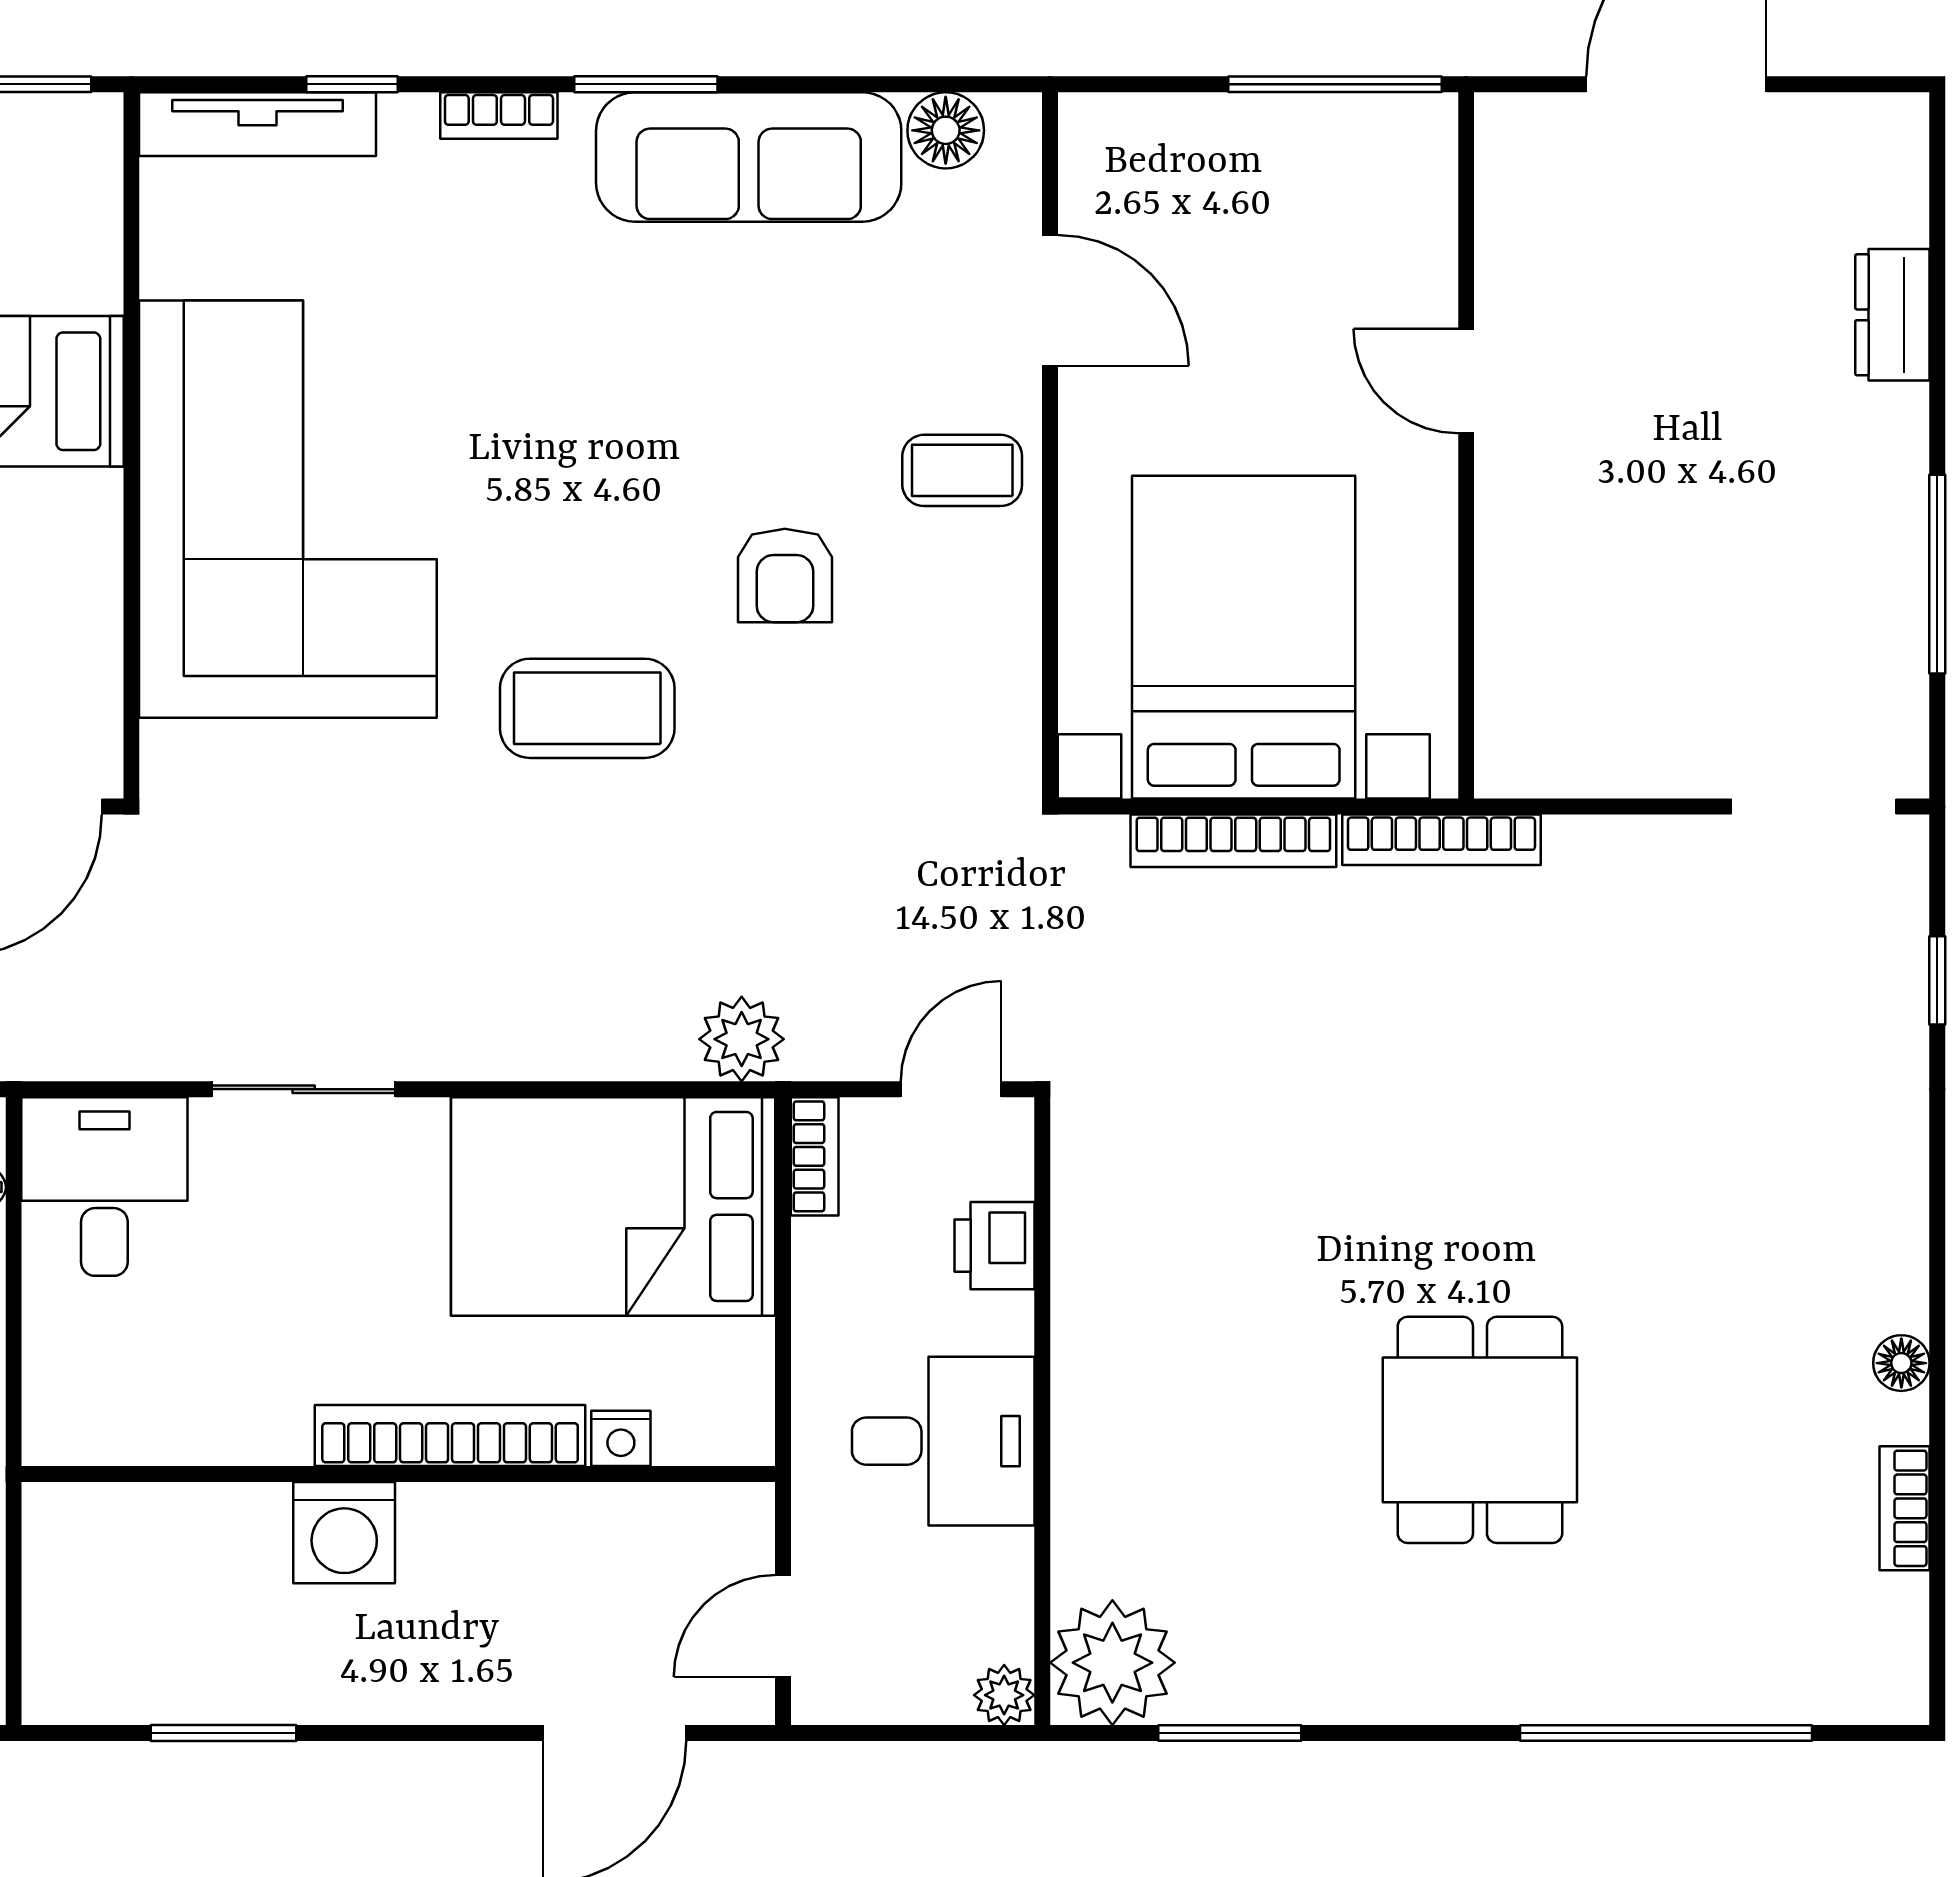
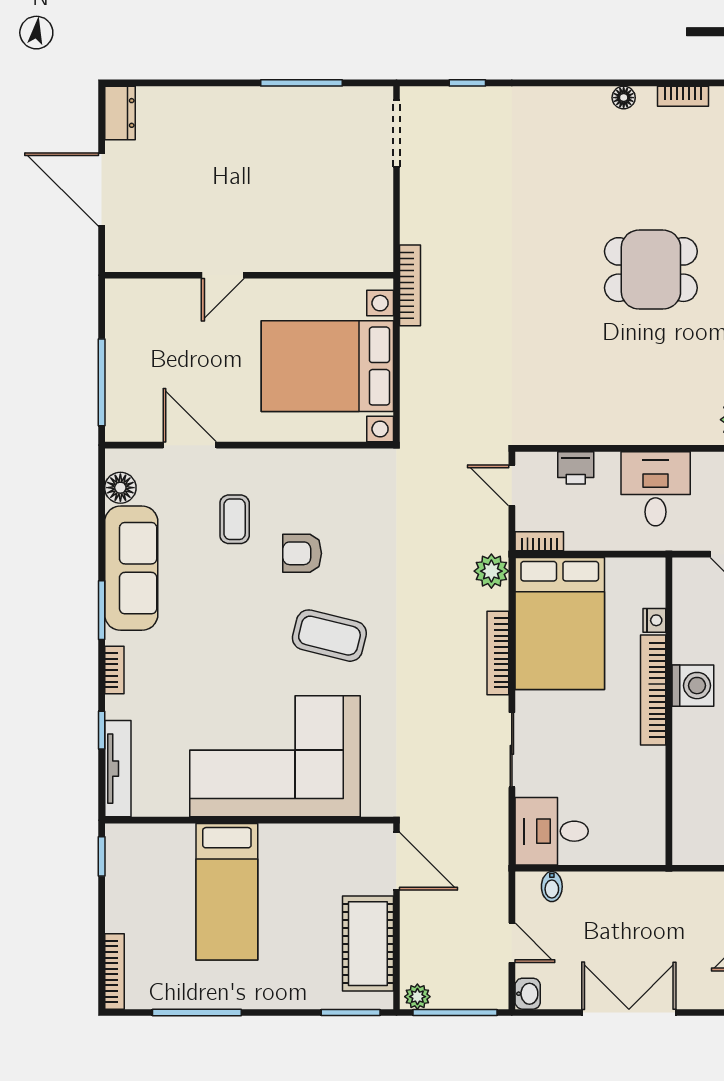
window: (1335, 84) -> (102, 382), moved
door: (1050, 300) -> (190, 445), hinge flipped
dresser: (1892, 315) -> (120, 113), moved, turned -90
coffee table: (962, 470) -> (235, 519), moved
armchair: (785, 576) -> (302, 553), turned 180
coffee table: (587, 708) -> (329, 636), moved, turned -76
bookcase: (1233, 841) -> (498, 653), moved, turned 180
washing machine: (344, 1533) -> (693, 686), moved

